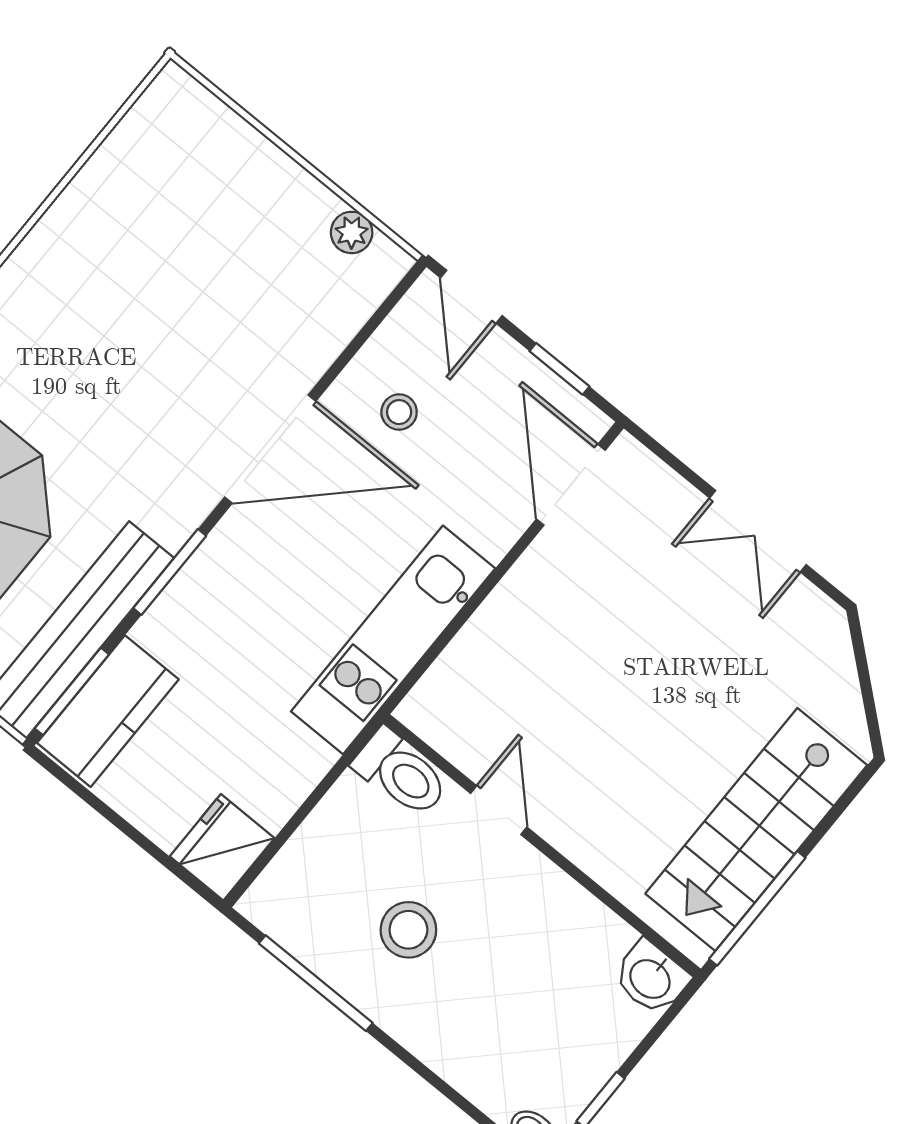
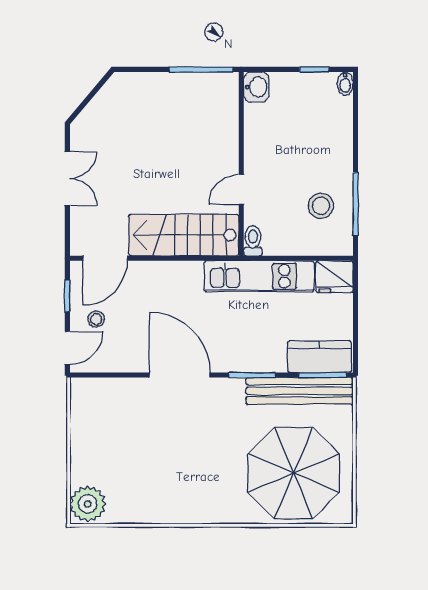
plant: (352, 232) -> (88, 504), moved, width x1.88, depth x1.88
stool: (399, 412) -> (96, 319), moved
kitchen unit: (393, 640) -> (259, 276), moved
toilet: (401, 773) -> (253, 241), width x0.73, depth x0.72
stairs: (756, 829) -> (184, 235), moved, turned 180
stool: (408, 930) -> (321, 206), moved

